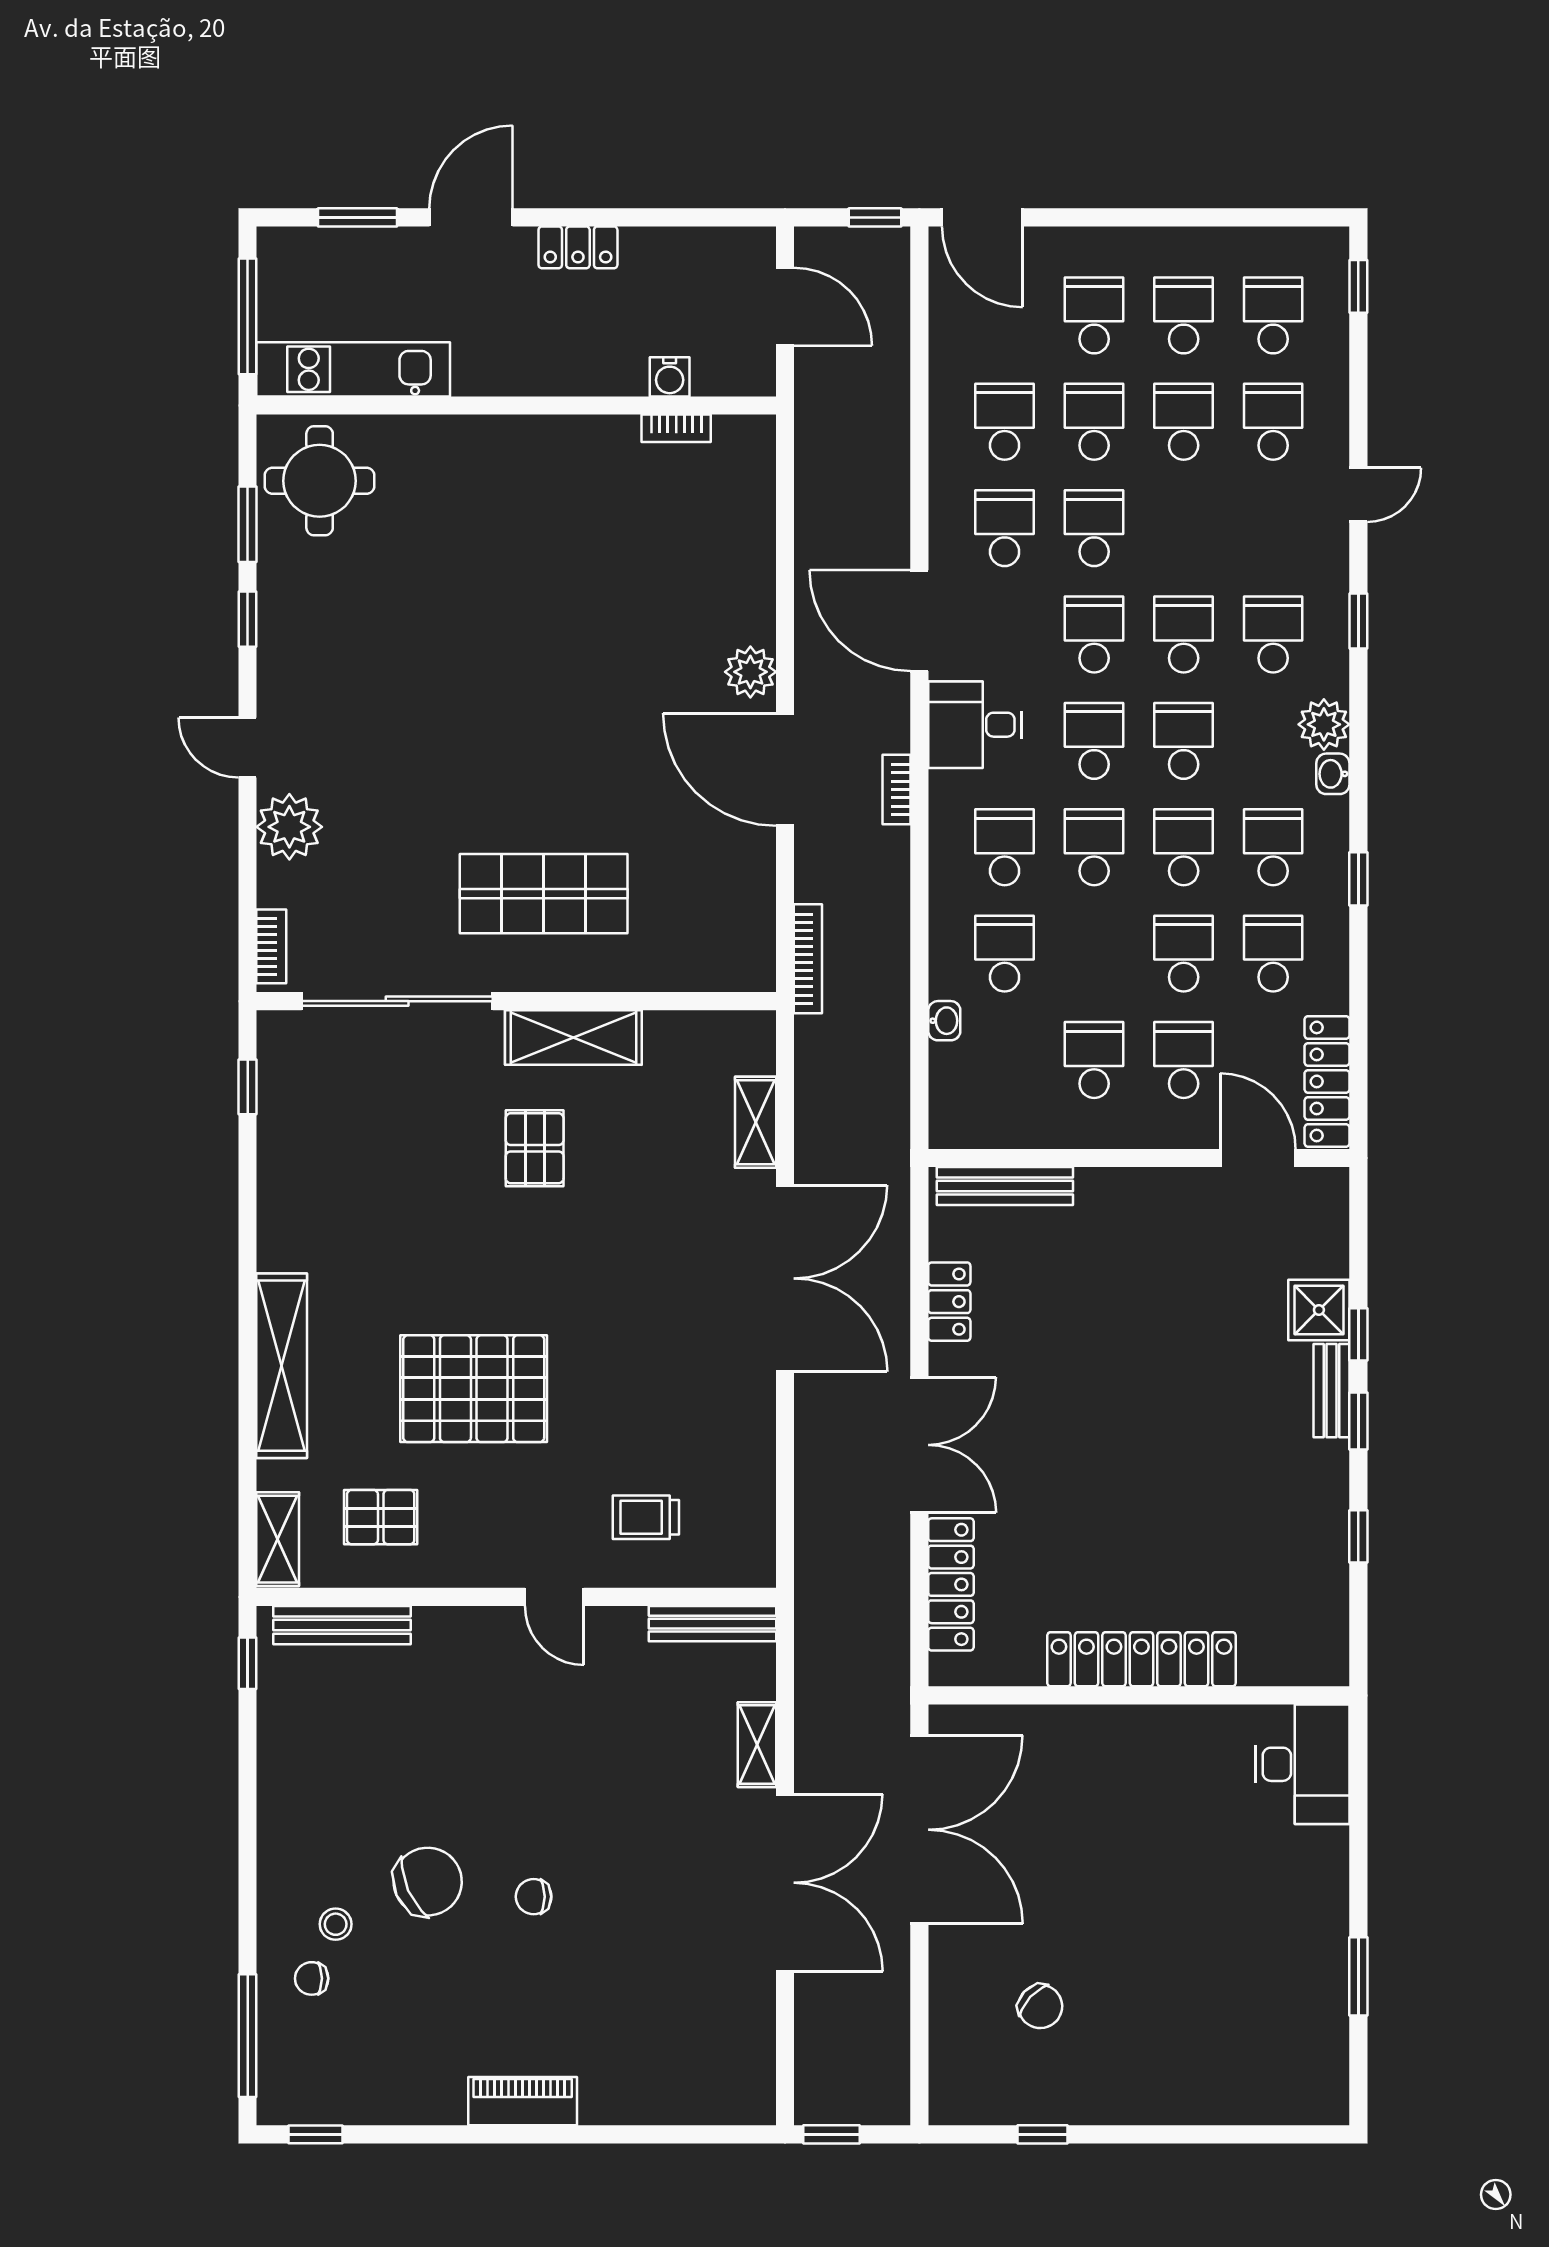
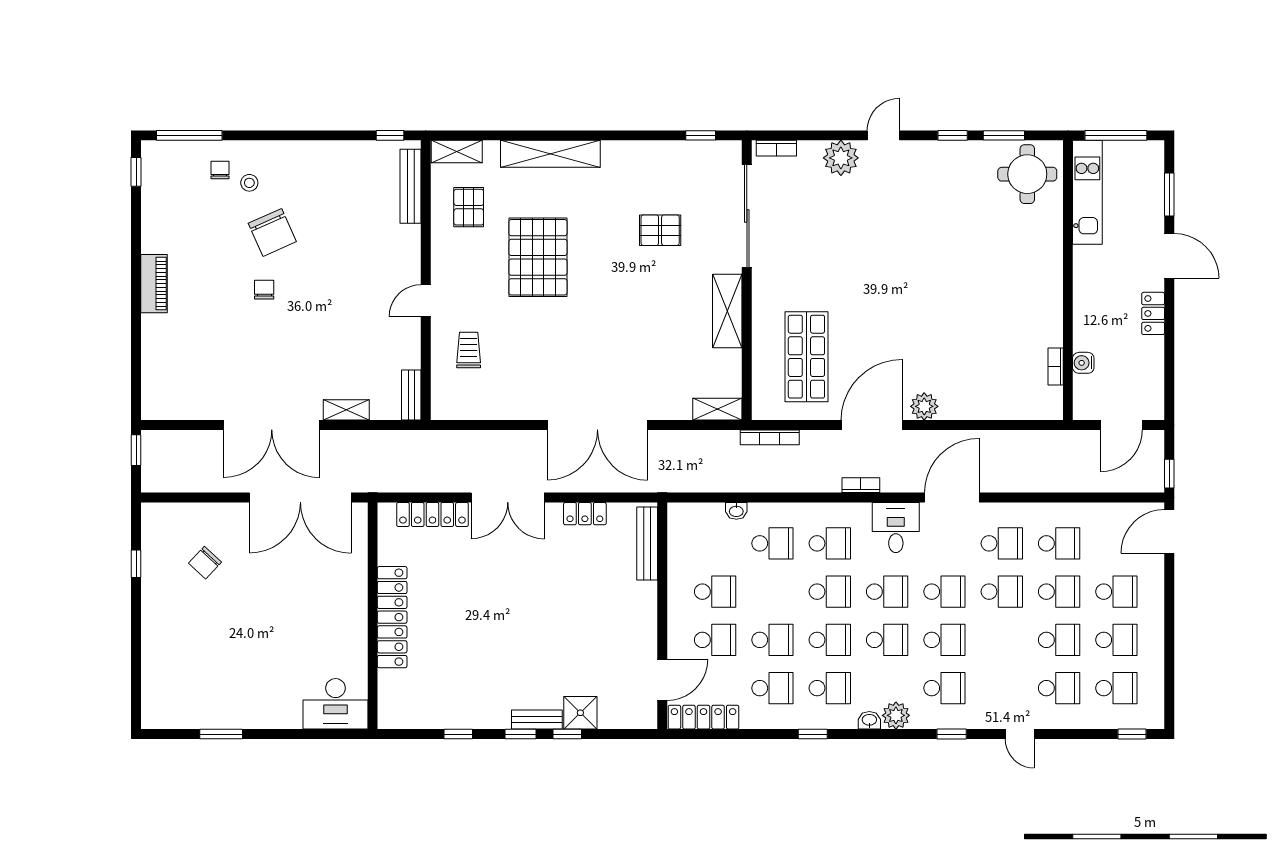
shop shelf: (544, 894) -> (806, 357), moved
shelving: (756, 1122) -> (717, 409), moved
pallet: (535, 1148) -> (660, 230), moved
bench: (713, 1624) -> (411, 395), width x0.73

